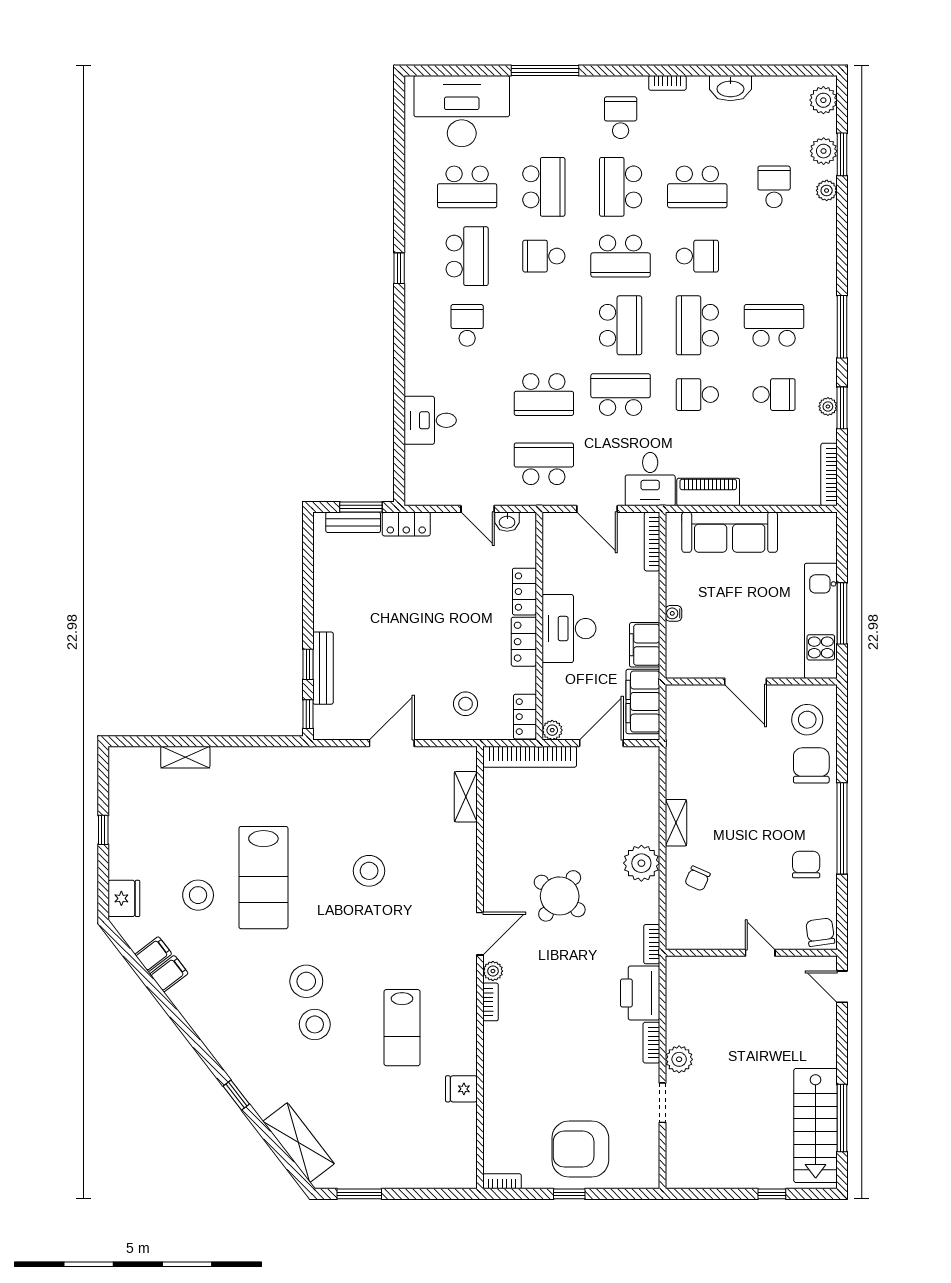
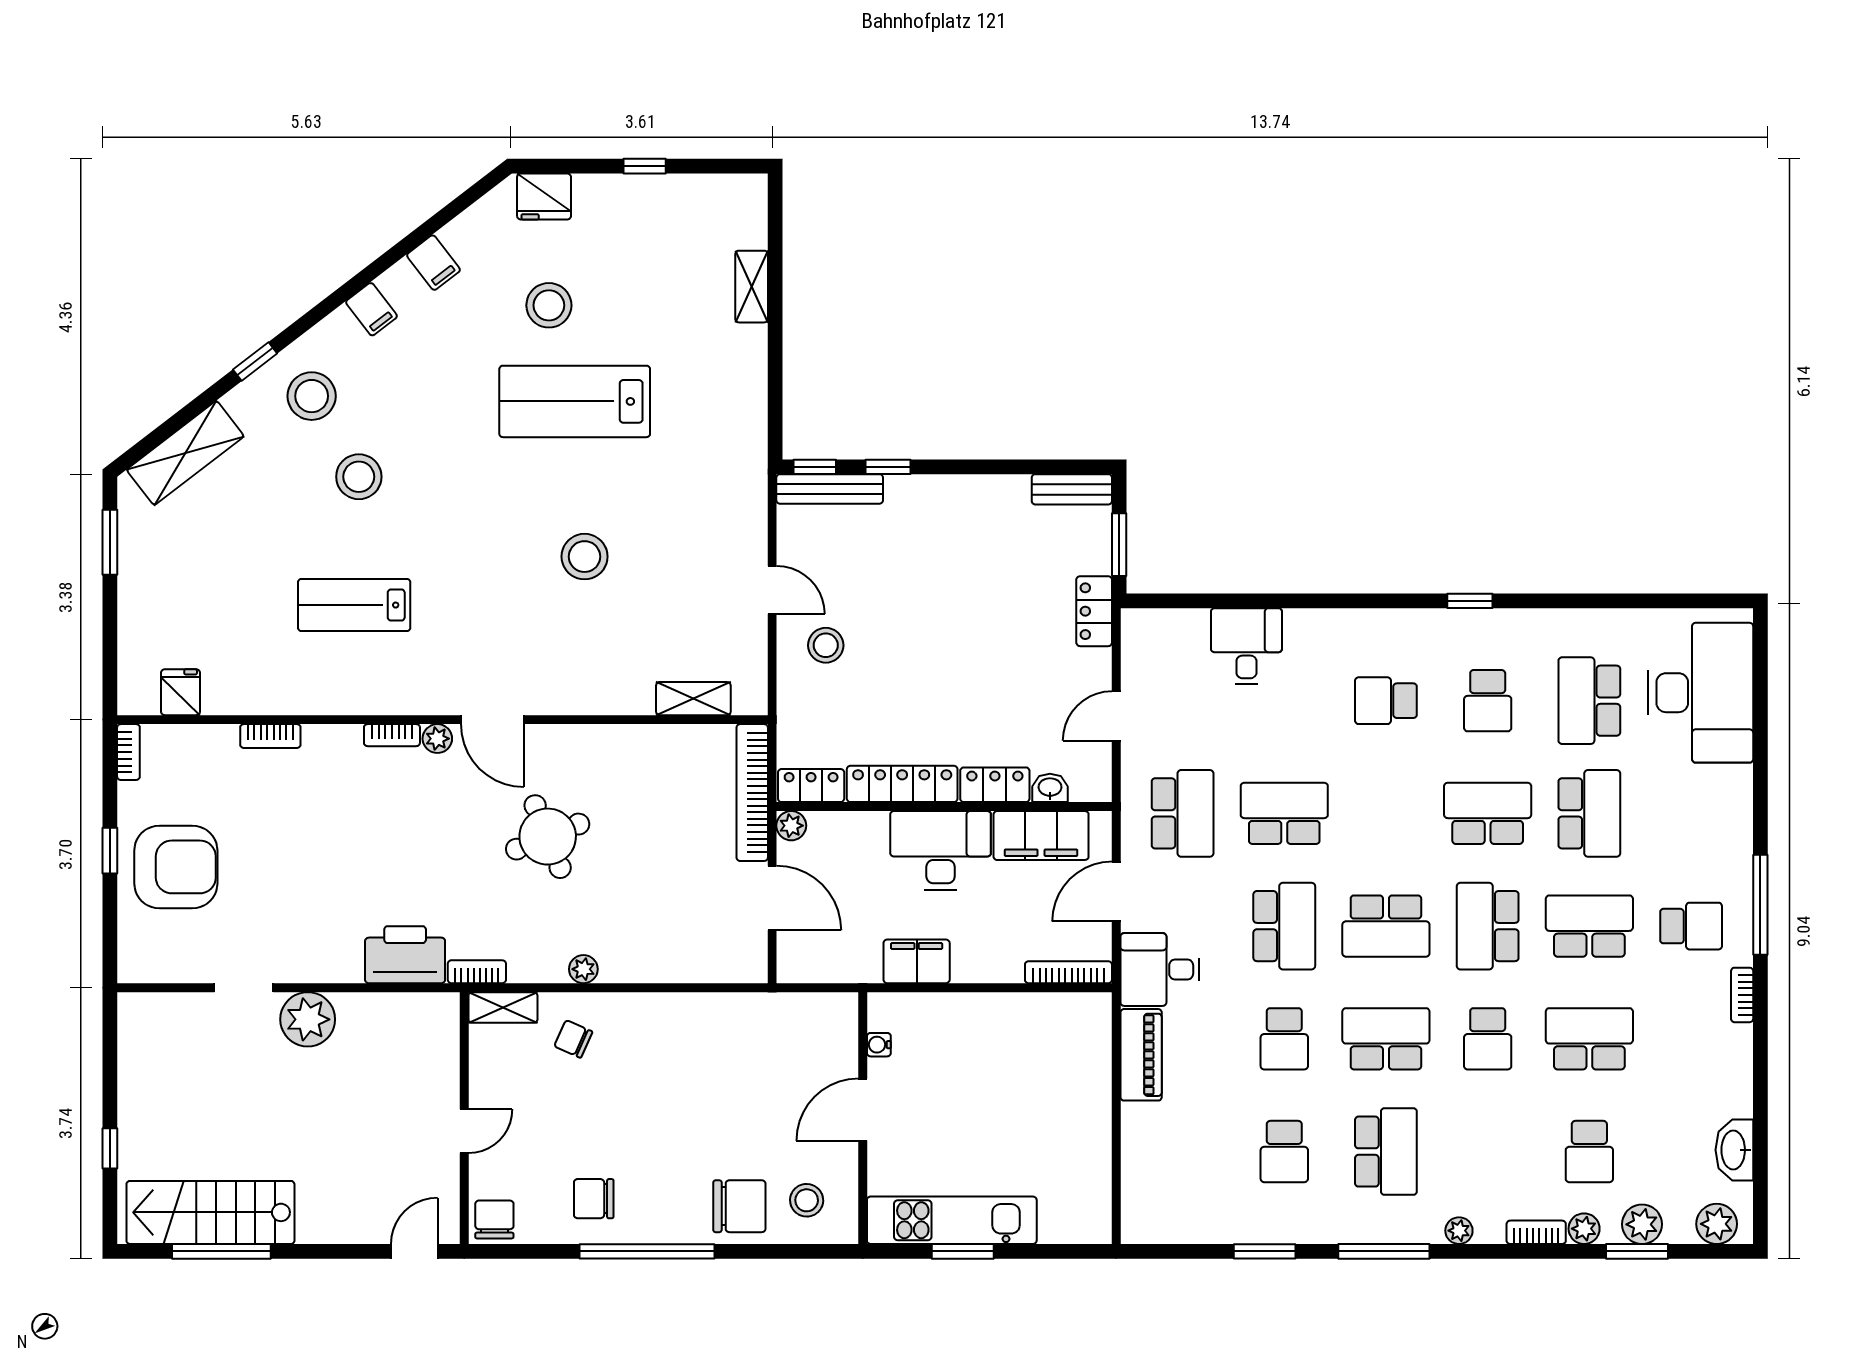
window: (545, 71) -> (1760, 905), moved
washbasin: (730, 88) -> (1734, 1150), moved
school desk: (544, 187) -> (1589, 813), turned -90
school desk: (697, 187) -> (1589, 1039), turned 90
school desk: (774, 187) -> (1589, 1152), turned 90
school desk: (467, 256) -> (1488, 701), width x0.54
school desk: (544, 256) -> (1488, 813), width x1.85
school desk: (467, 325) -> (1386, 701), turned 180
school desk: (544, 395) -> (1284, 813), turned 90
school desk: (697, 395) -> (1284, 1039), turned 180
plant: (828, 406) -> (1459, 1231), moved
bookcase: (829, 475) -> (1536, 1232), moved, width x0.64
bench: (353, 522) -> (1072, 489), moved, turned 90
washbasin: (507, 522) -> (1050, 788), moved, turned 90
sofa: (730, 532) -> (1082, 1086), removed
water cooler: (674, 613) -> (879, 1045), moved, turned -90
window: (842, 613) -> (963, 1251), width x0.69
locker: (524, 642) -> (902, 784), width x1.53
bench: (323, 668) -> (830, 489), moved
filing cabinet: (643, 701) -> (1041, 835), moved, turned 180
stool: (466, 704) -> (826, 645), moved
stool: (807, 720) -> (807, 1200), width x0.73, depth x0.73
door: (392, 743) -> (772, 590), width x0.73
shelving: (676, 823) -> (503, 1007), moved
plant: (641, 863) -> (583, 969), width x0.53, depth x0.53
chair: (806, 865) -> (594, 1199), turned 180
round table: (560, 896) -> (548, 837), turned 31
chair: (820, 932) -> (494, 1219), turned -82
filing cabinet: (153, 954) -> (371, 309), moved
stool: (306, 981) -> (312, 396), moved
bookcase: (651, 1043) -> (270, 736), moved, turned 180
plant: (679, 1059) -> (308, 1019), width x1.36, depth x1.36
fridge: (461, 1089) -> (181, 692), moved
armchair: (580, 1149) -> (176, 867), turned 90

